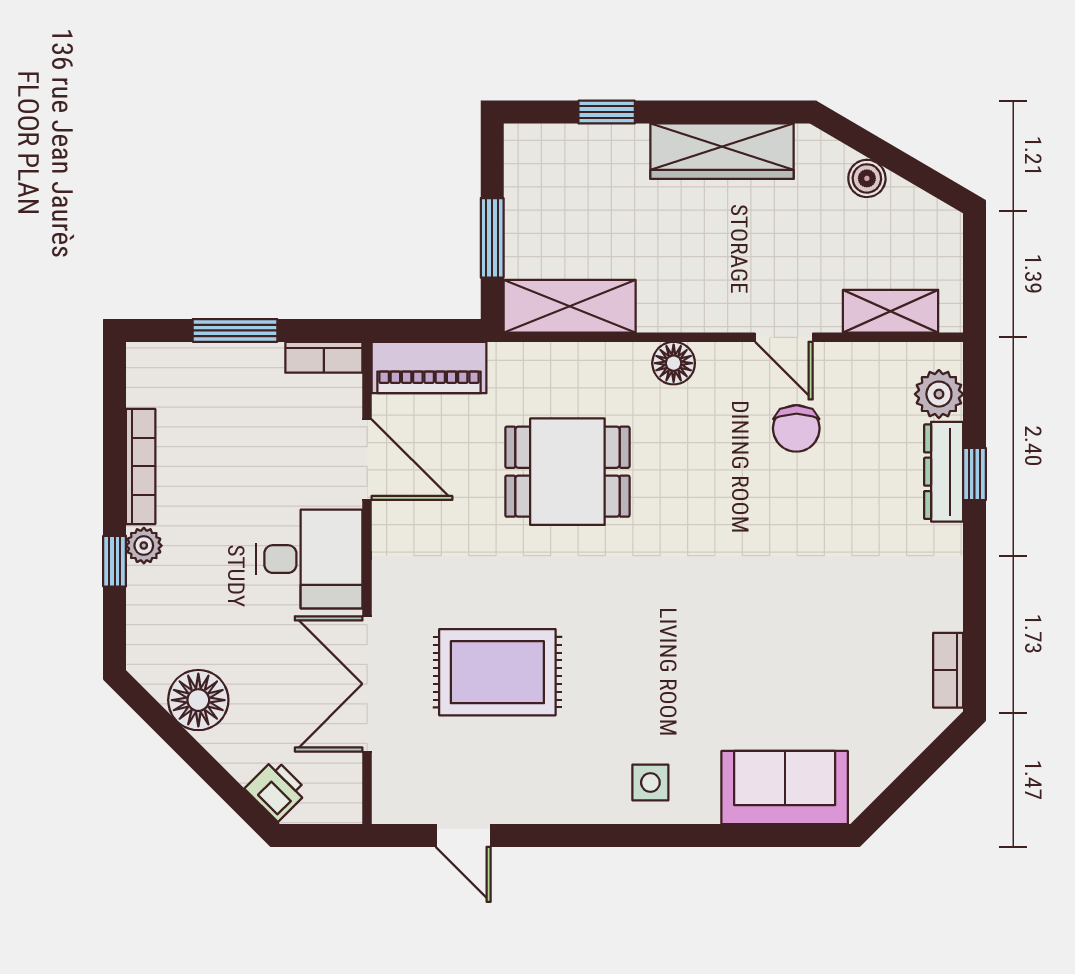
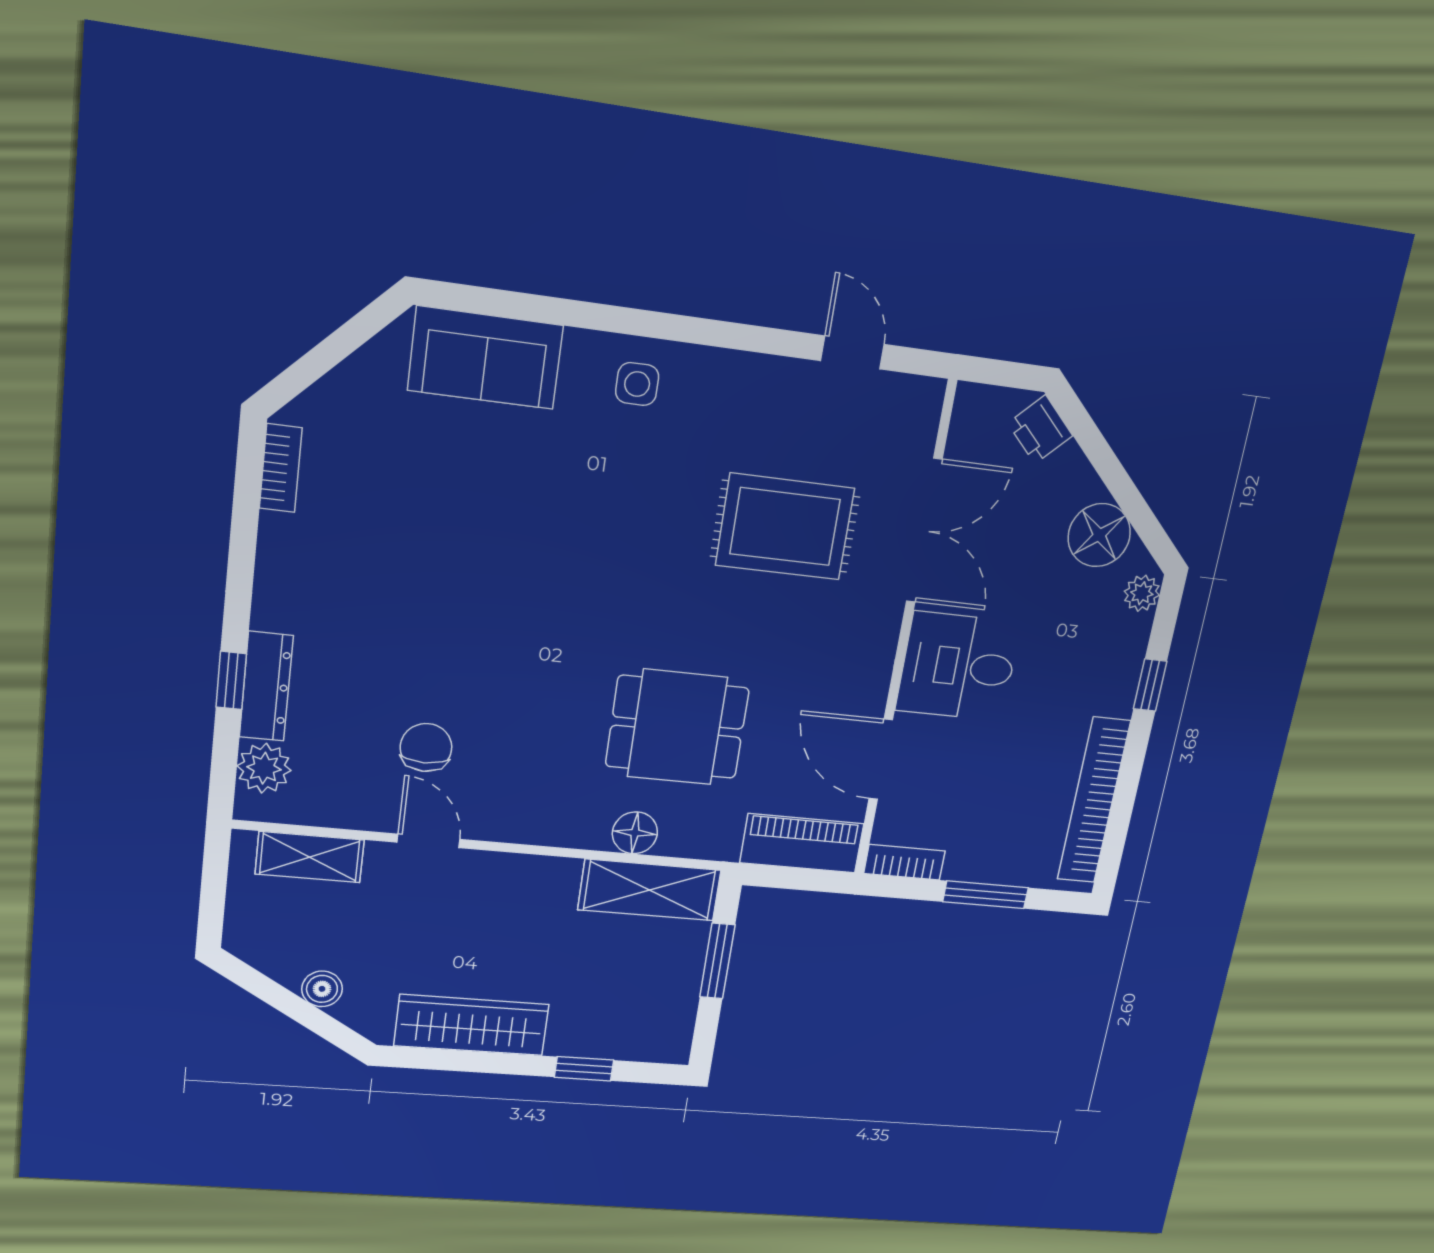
floor lamp: (674, 363) -> (635, 833), moved
bookcase: (141, 466) -> (1094, 801), width x1.48, depth x1.31
plant: (144, 546) -> (1142, 593), moved

